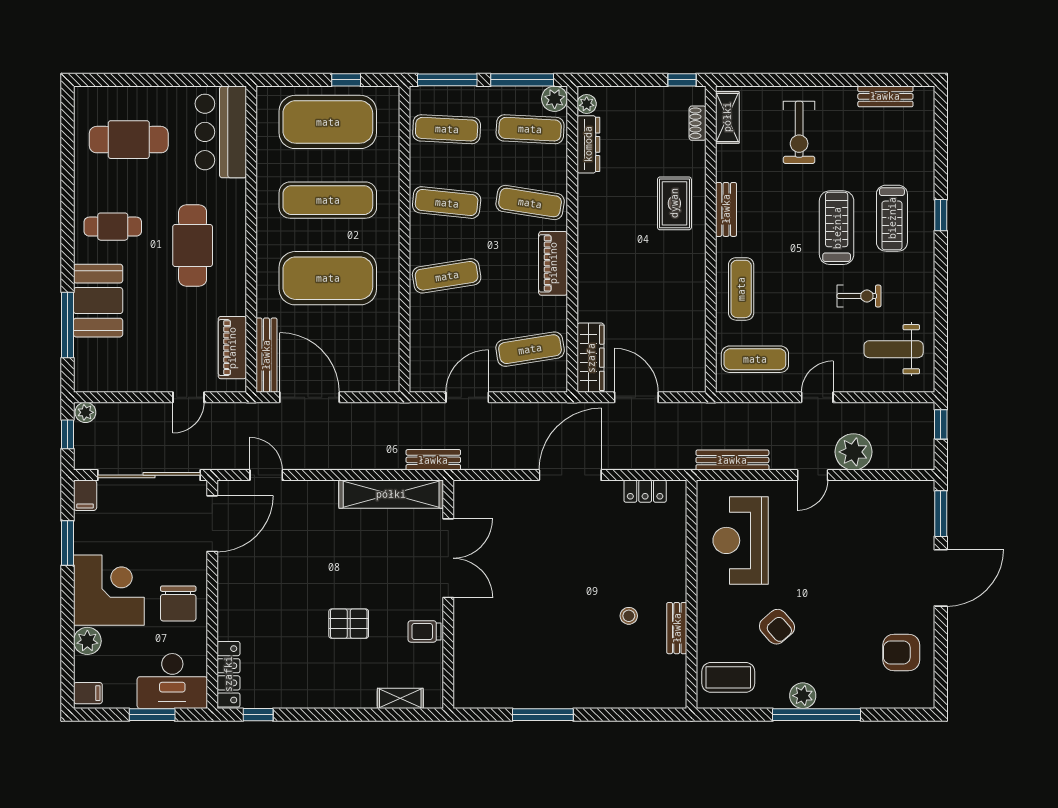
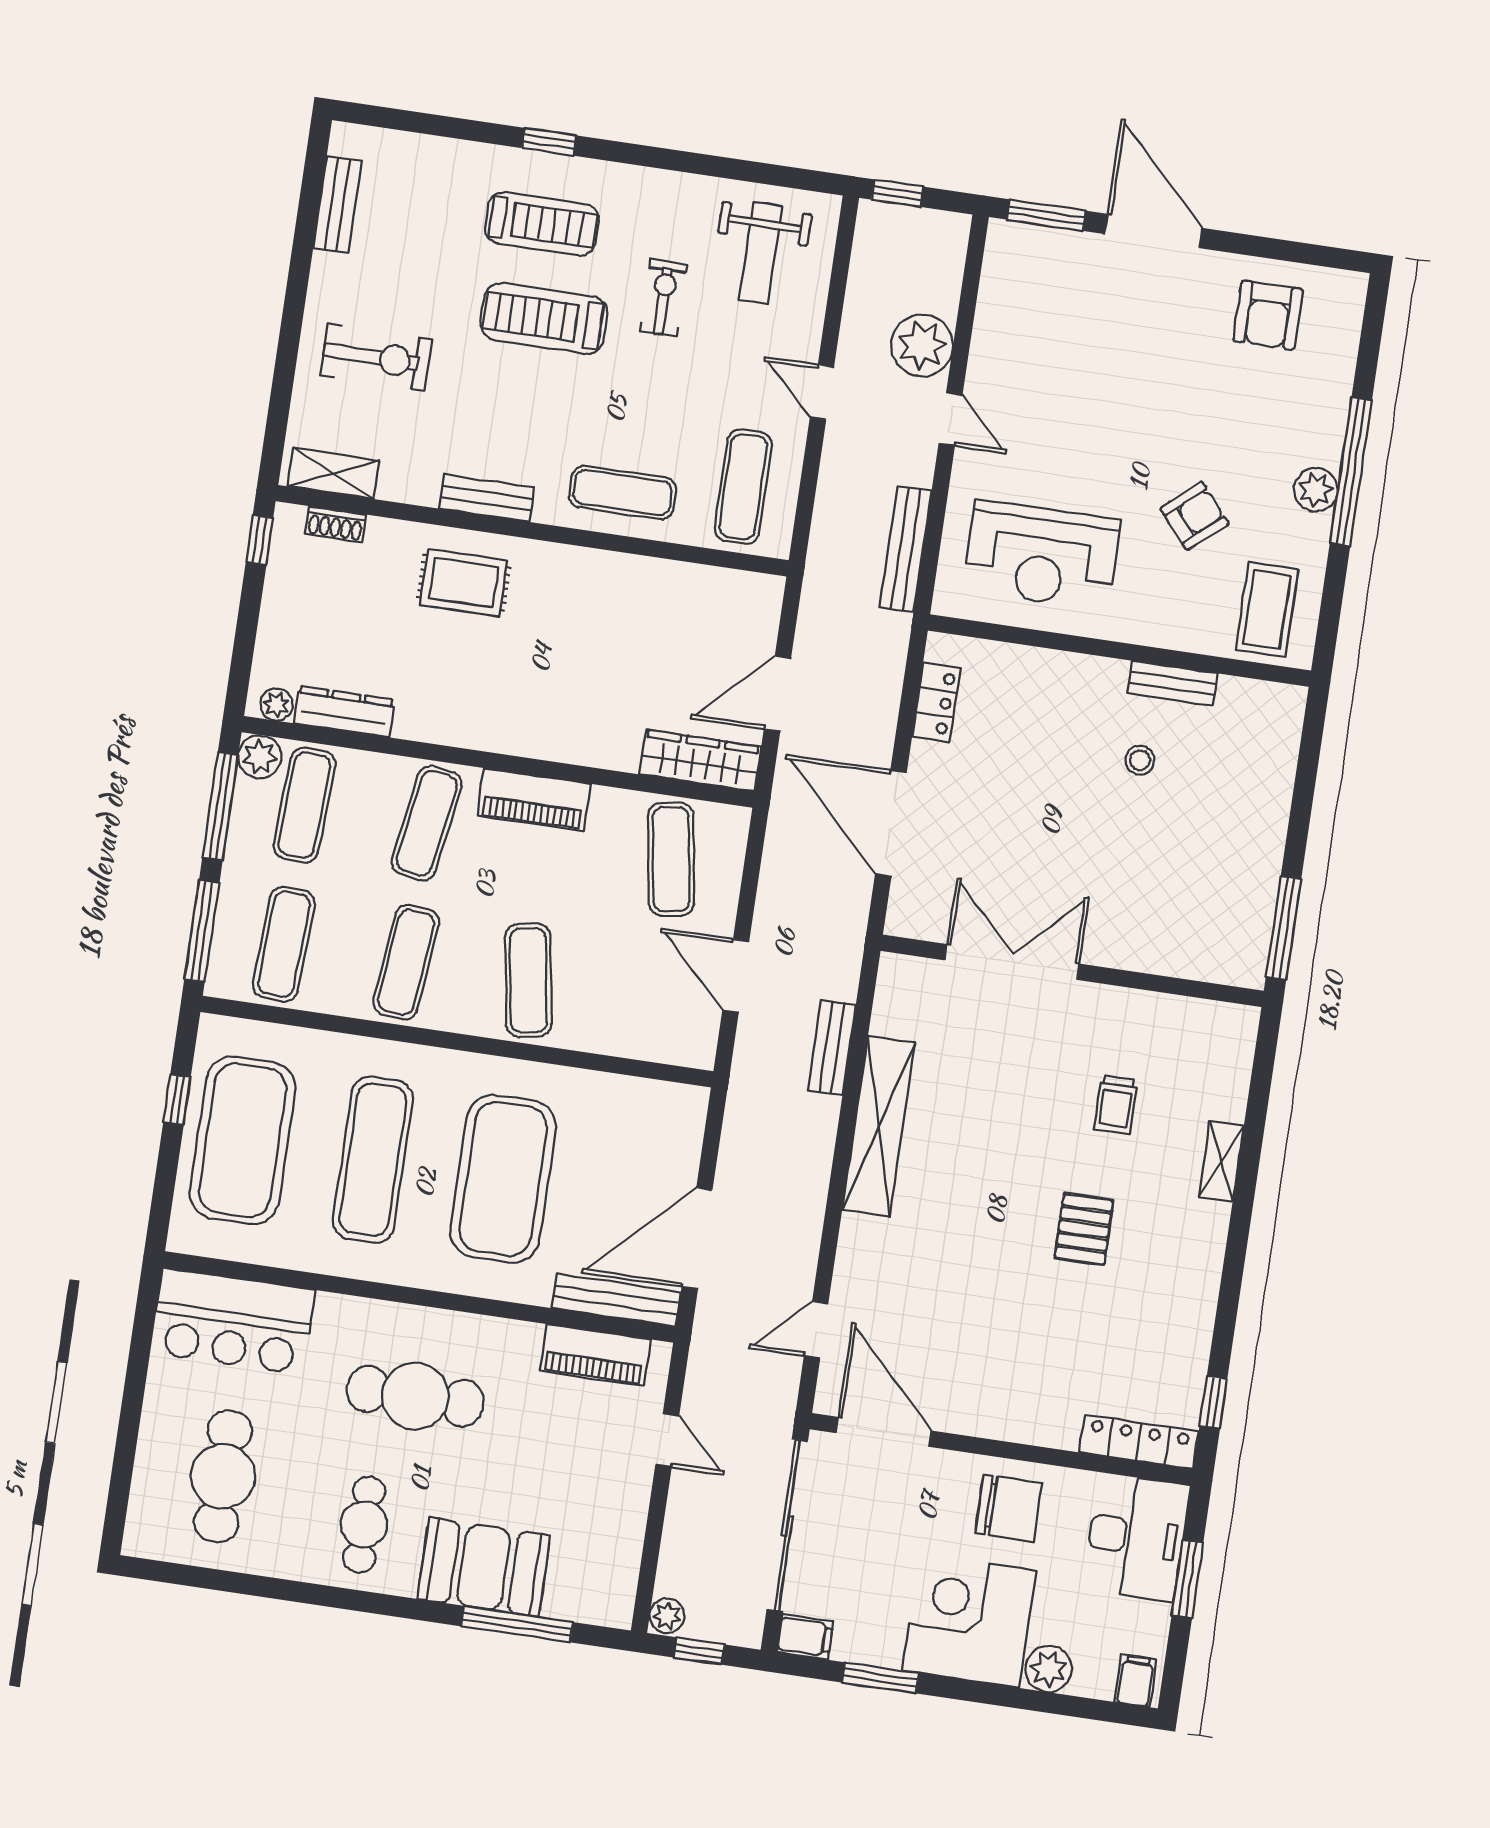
double door: (448, 558) -> (1012, 962), moved
wall: (448, 594) -> (1072, 971), moved

